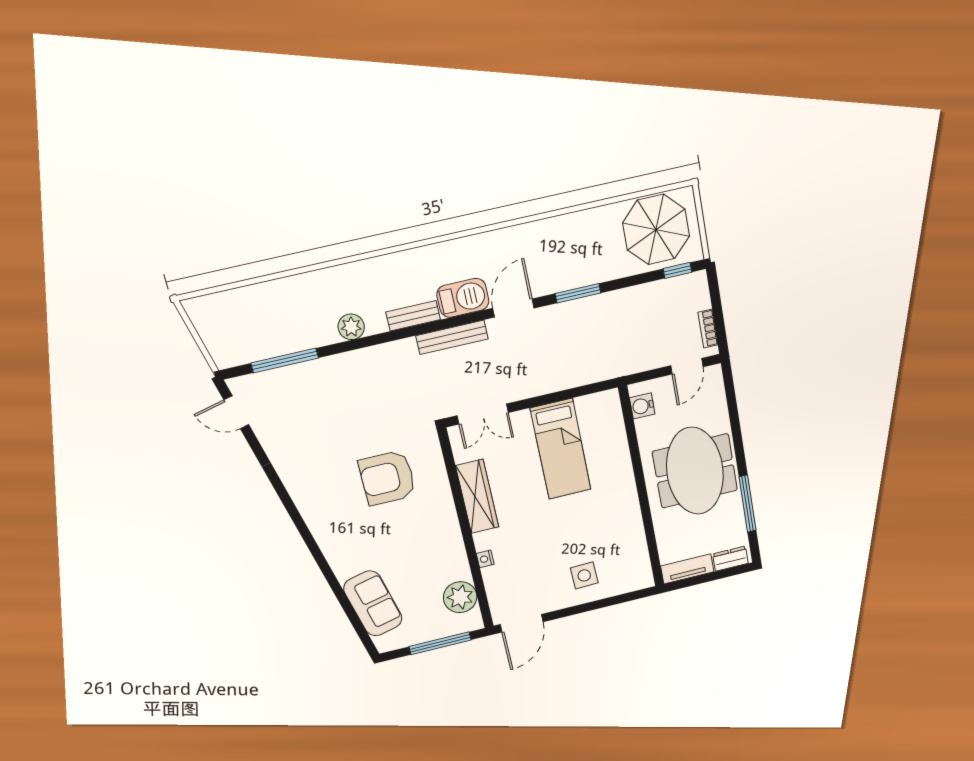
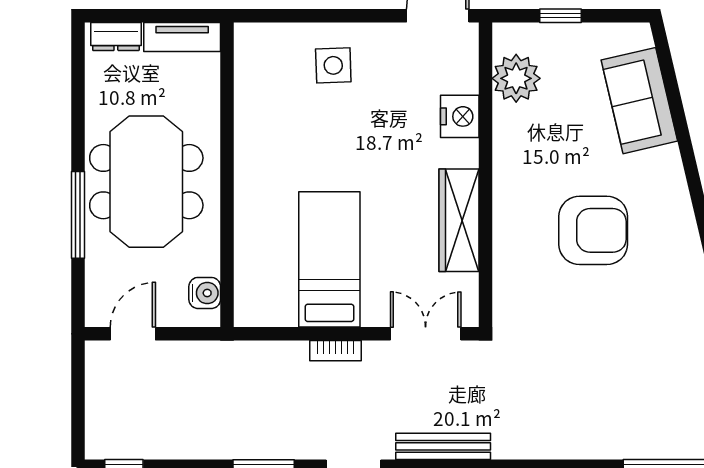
bookcase: (708, 329) -> (336, 351), moved, turned 90
armchair: (387, 478) -> (593, 230), moved
window: (748, 504) -> (78, 215), moved
nightstand: (485, 559) -> (460, 116), width x1.89, depth x1.79
window: (440, 643) -> (560, 16), width x0.46

